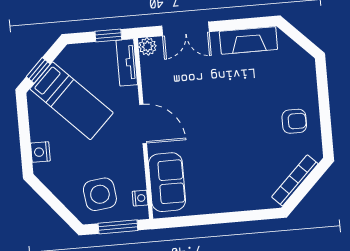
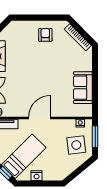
nightstand: (40, 152) -> (37, 176), moved
sofa: (167, 182) -> (83, 88), moved, turned -90

